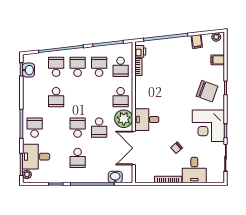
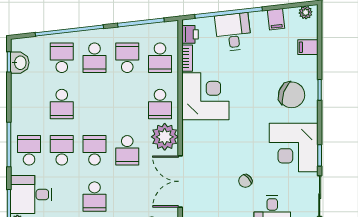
school desk: (78, 67) -> (94, 58), turned 180
corner desk: (150, 92) -> (205, 96), added
desk: (147, 120) -> (233, 32), moved, turned 84
school desk: (56, 128) -> (62, 150), added

